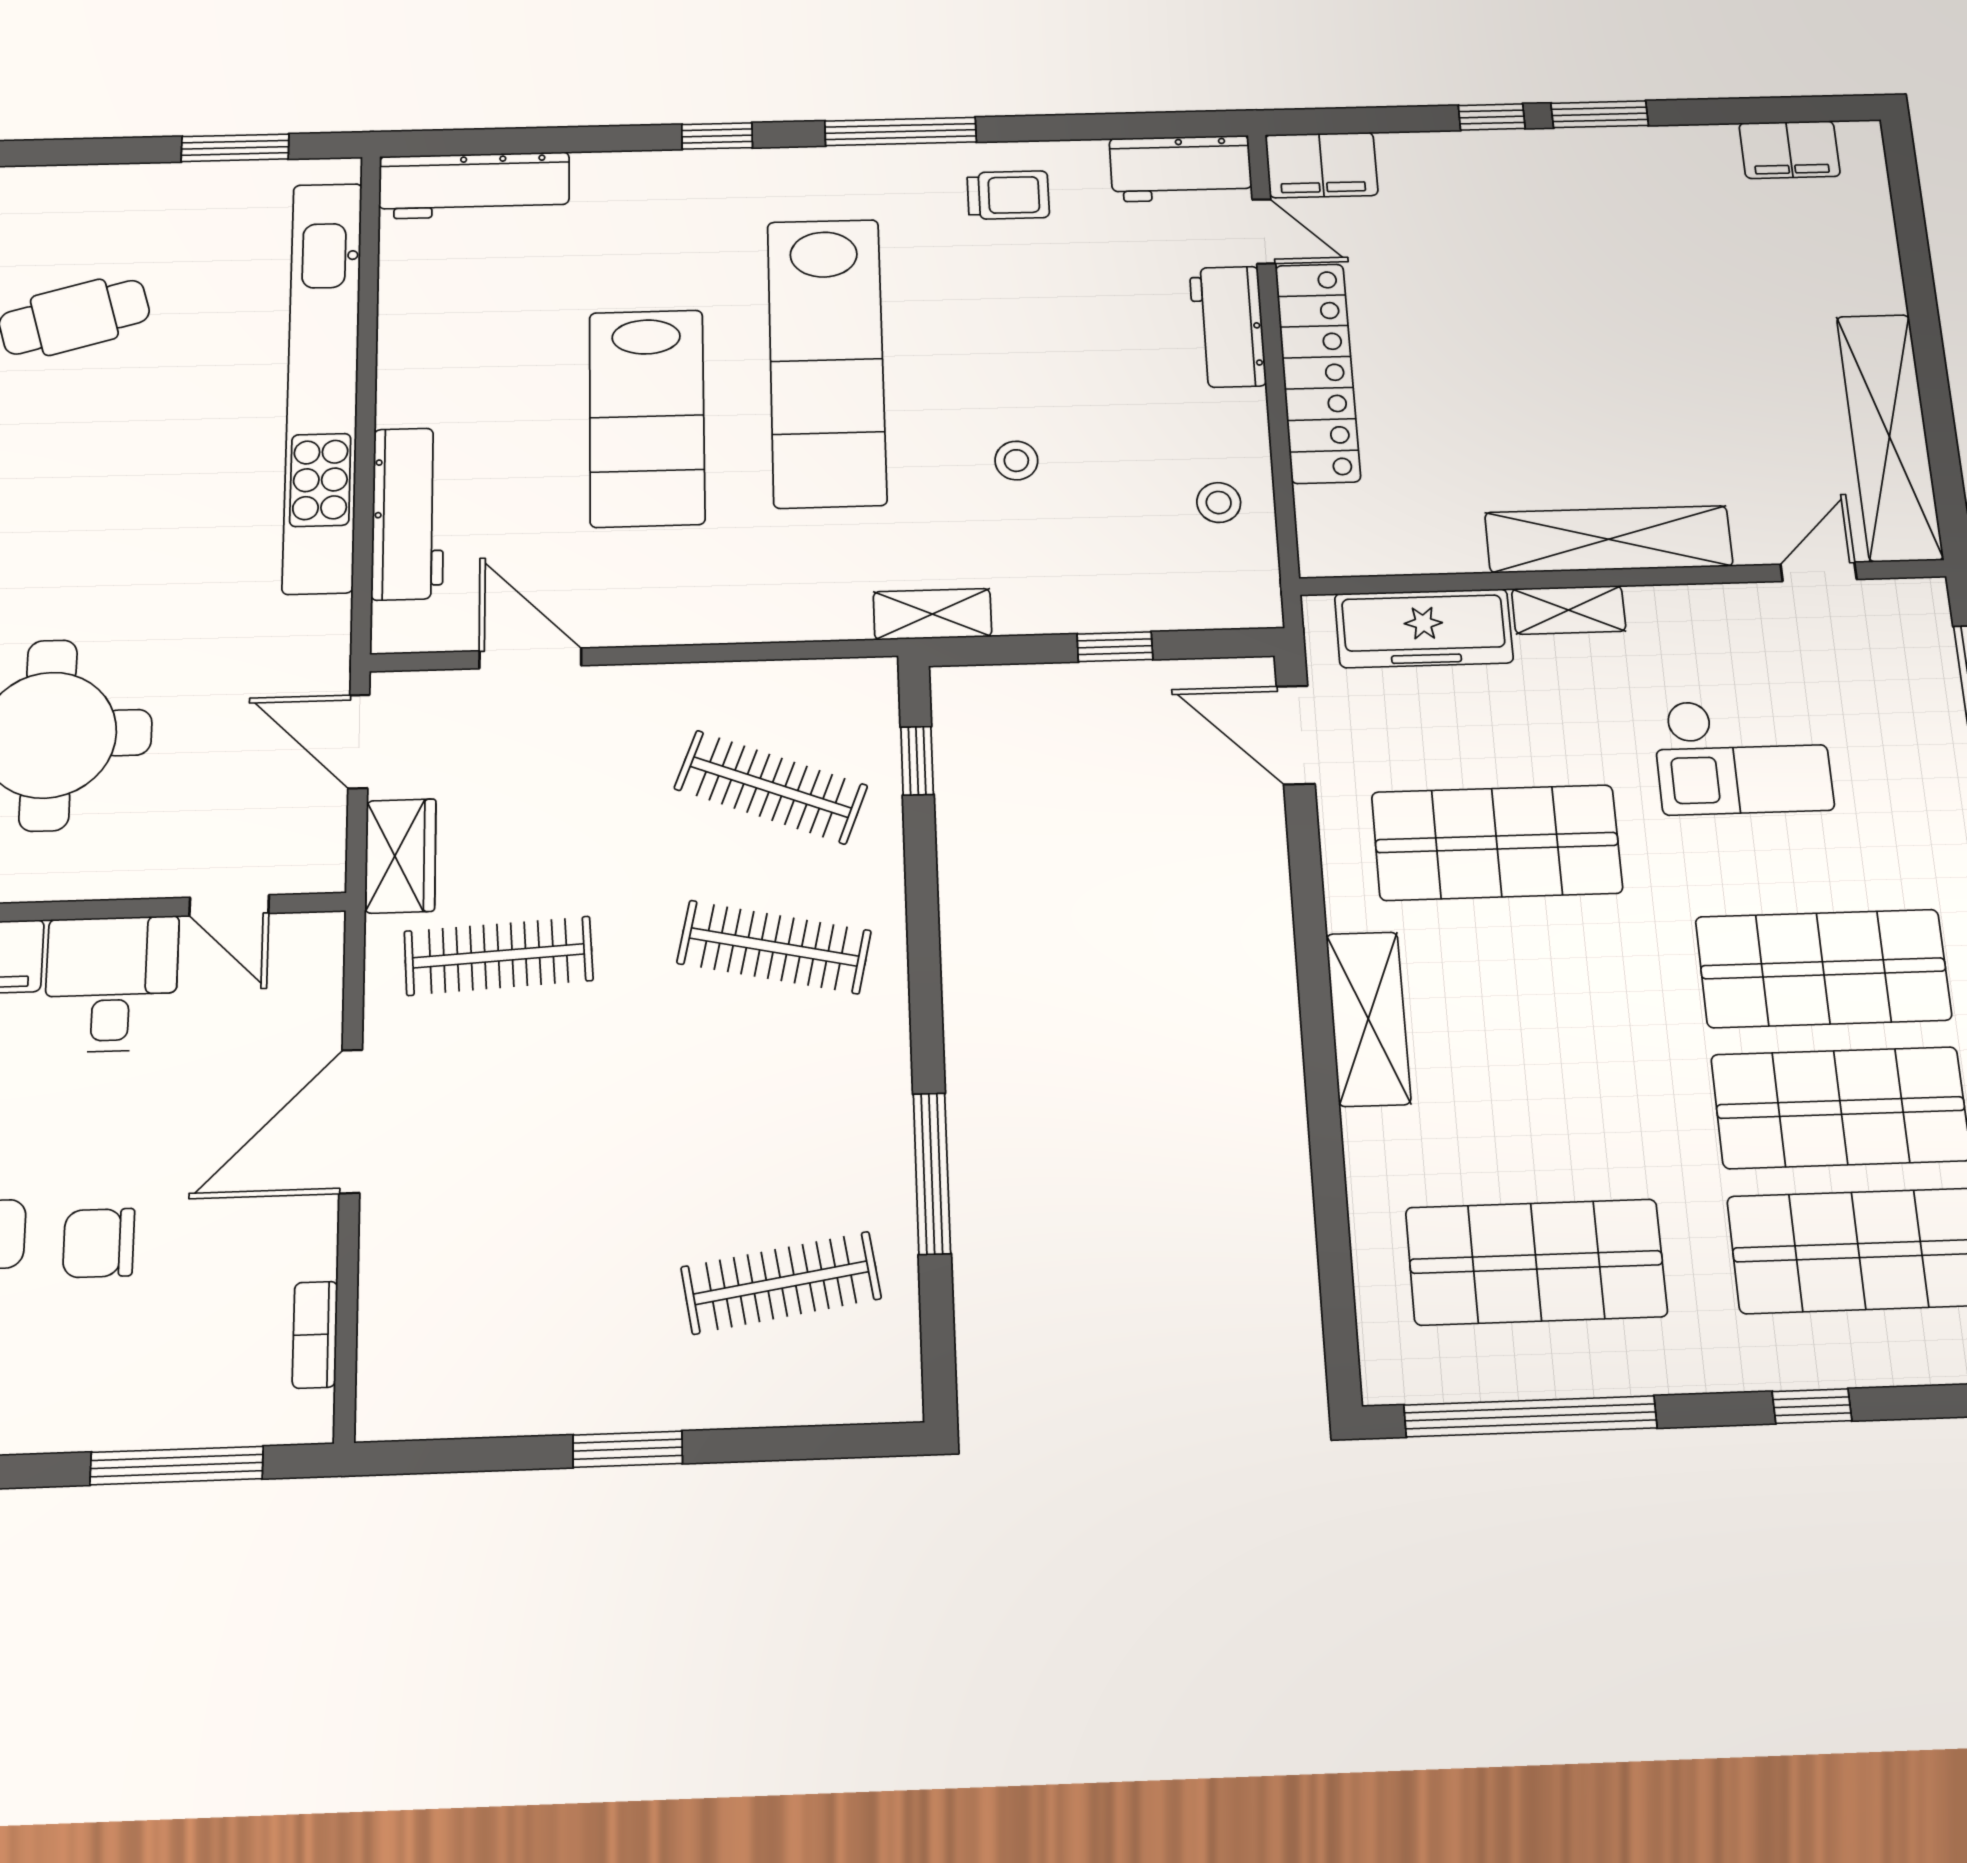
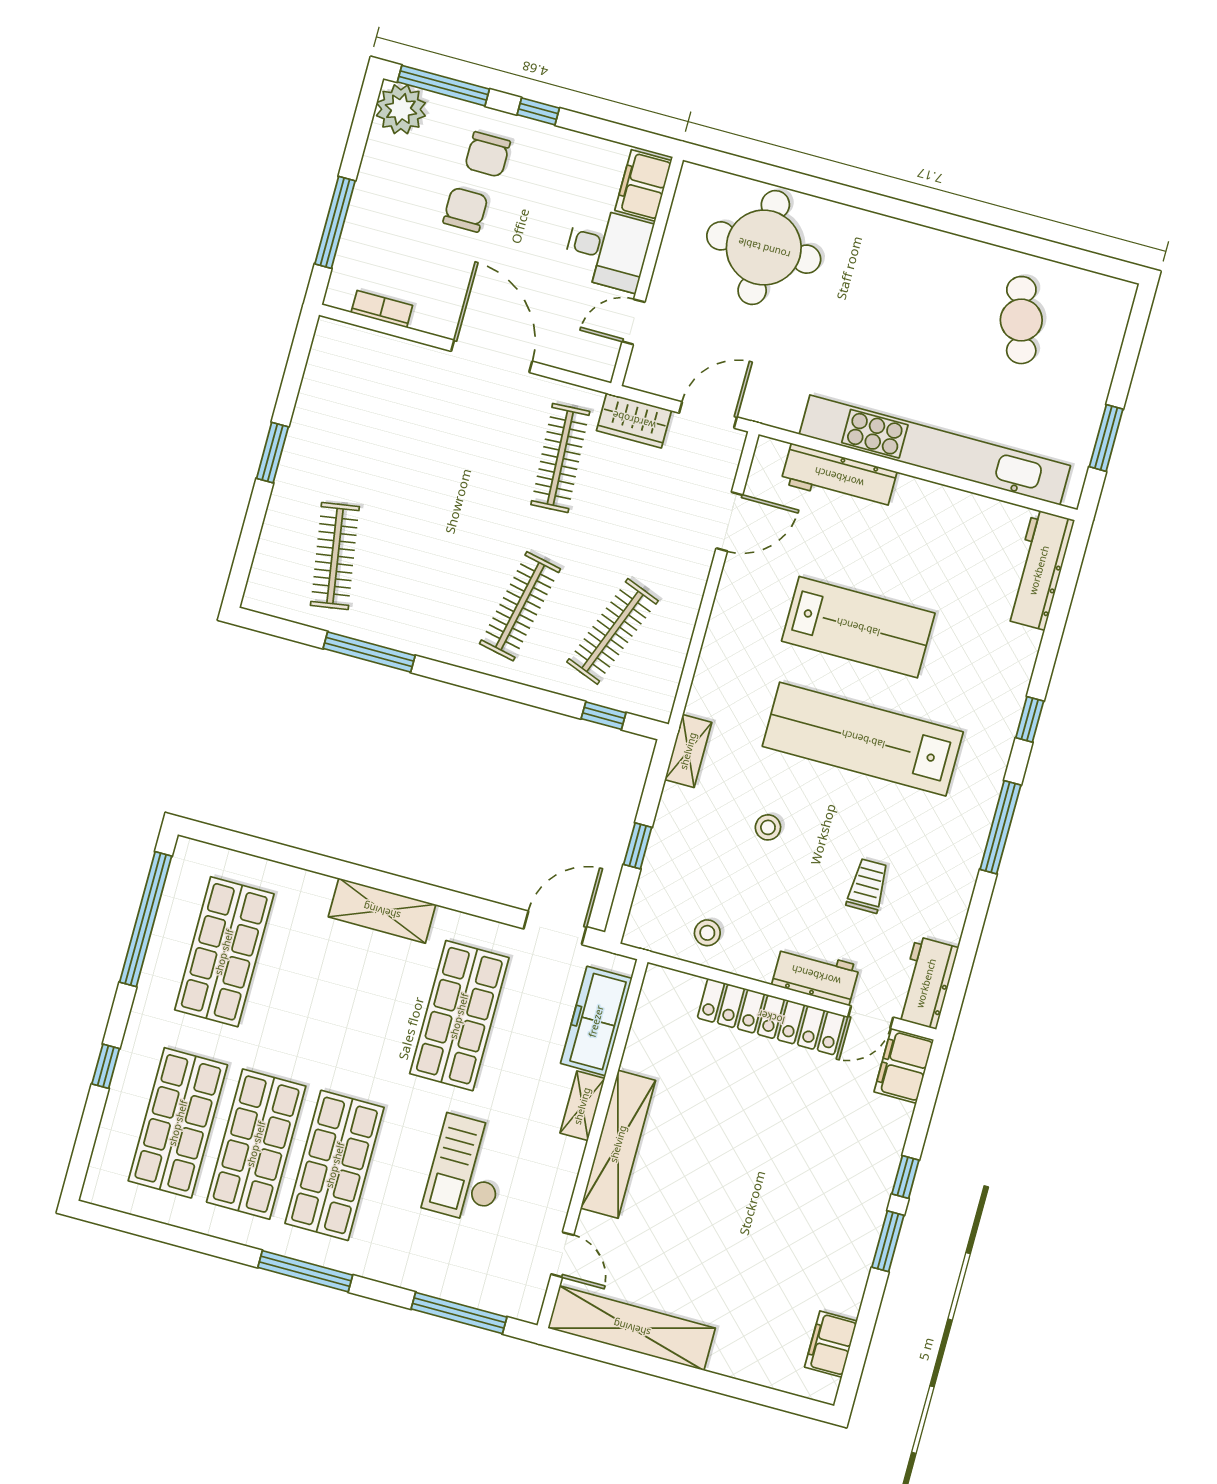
trolley: (1008, 195) -> (868, 886), moved, turned 180
lab bench: (647, 418) -> (858, 627), turned 180

